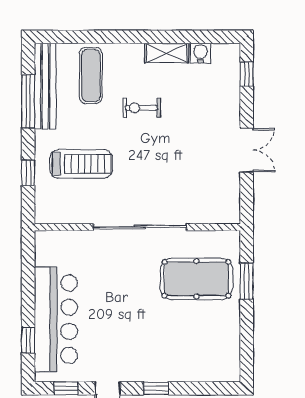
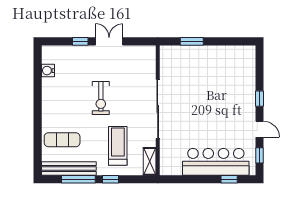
shelving: (167, 53) -> (150, 161), moved
window: (247, 74) -> (80, 41), moved
exercise bike: (142, 108) -> (101, 98), moved, width x1.38, depth x1.39
window: (28, 173) -> (110, 179), moved
pool table: (196, 279) -> (190, 73), removed

